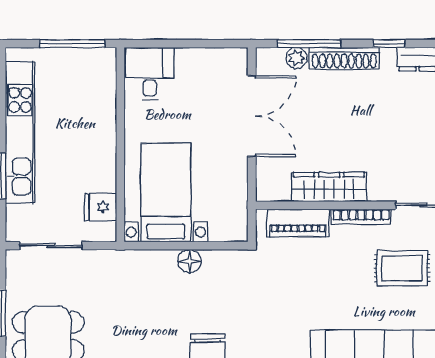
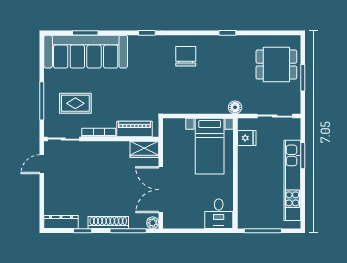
plant: (296, 58) -> (153, 223), moved
wardrobe: (329, 187) -> (144, 149), moved, width x0.67
floor lamp: (189, 261) -> (235, 107), moved

